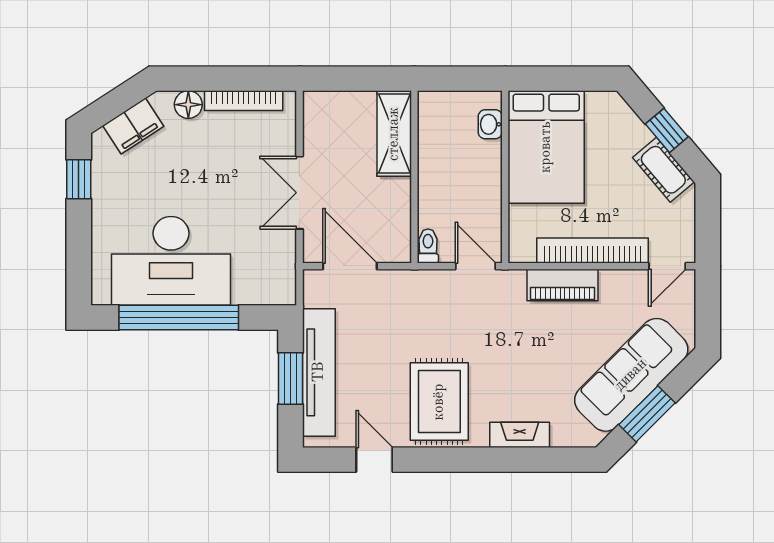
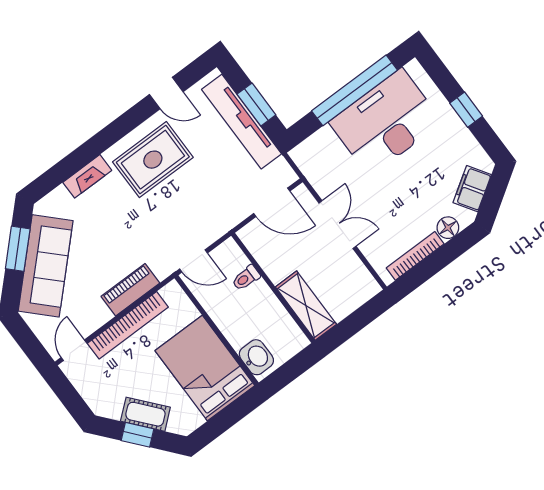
washbasin: (490, 124) -> (256, 357), width x1.38, depth x1.45
cot: (663, 170) -> (145, 414), moved
window: (79, 179) -> (466, 110), moved
toilet: (428, 246) -> (246, 278), moved, turned 90
rug: (439, 402) -> (153, 160), turned 90

